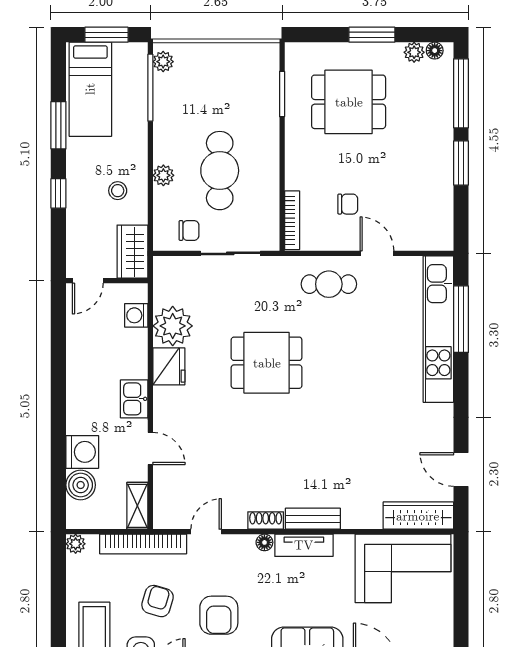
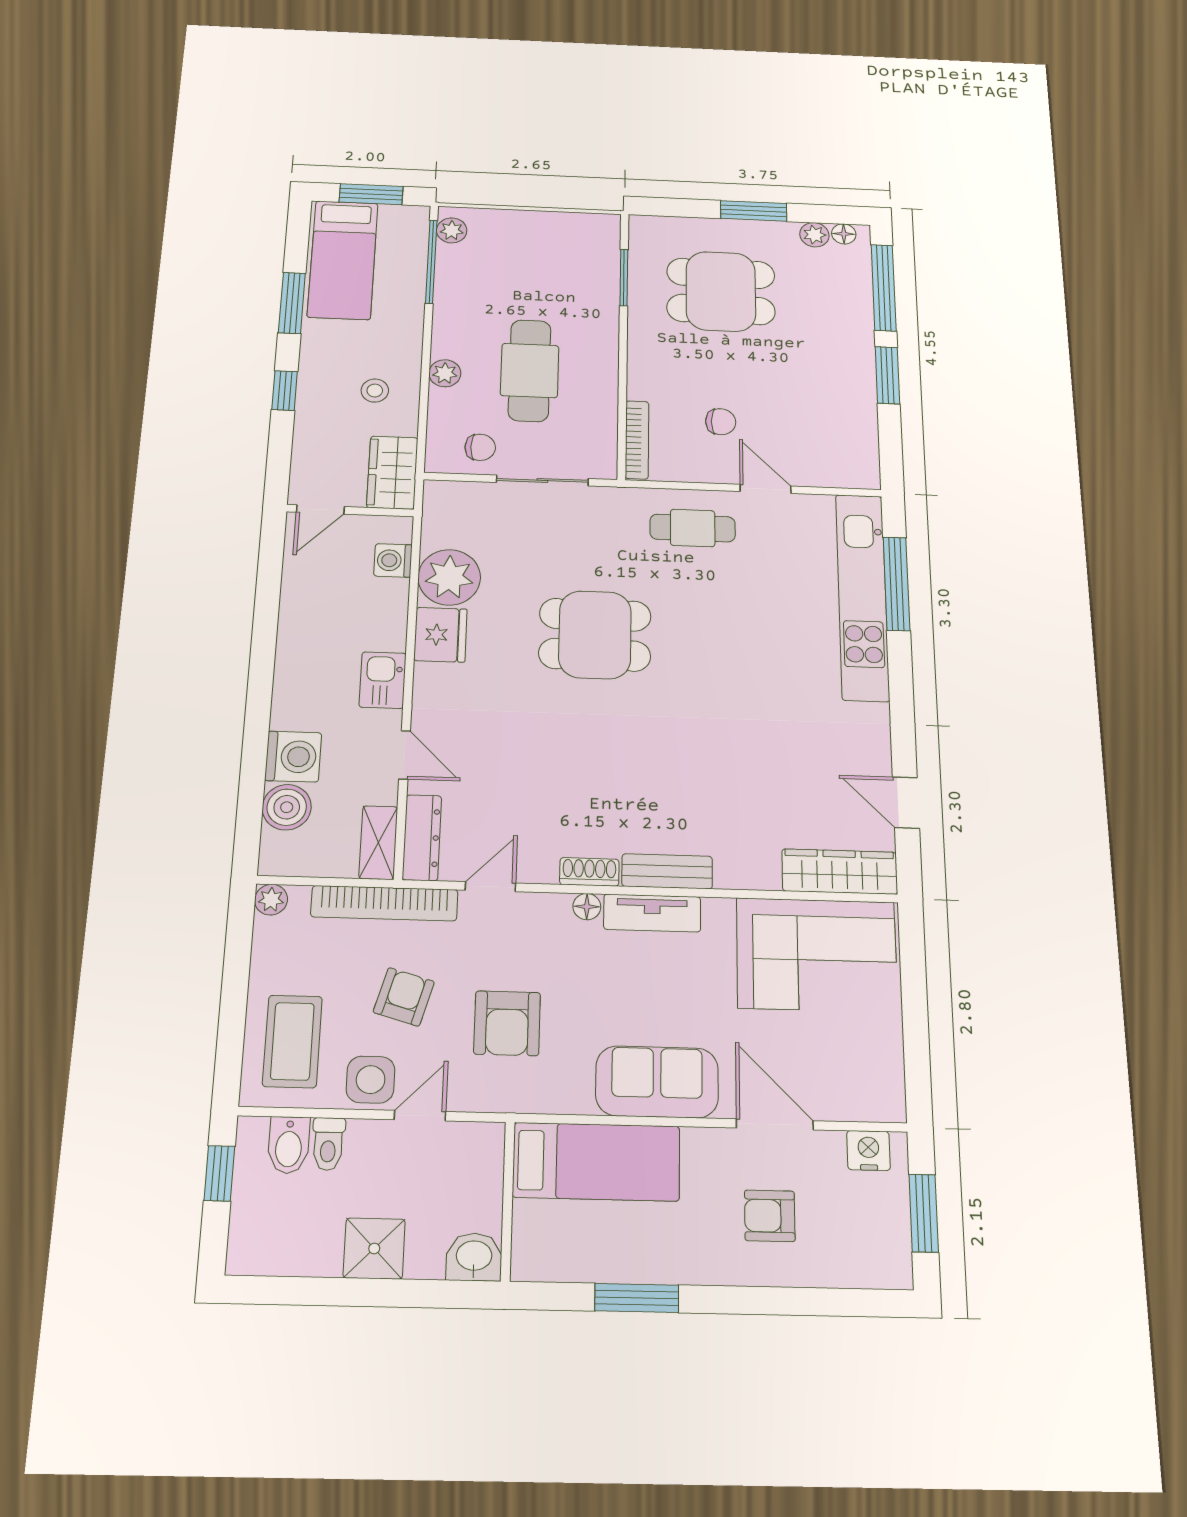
dresser: (164, 502) -> (422, 838), added

